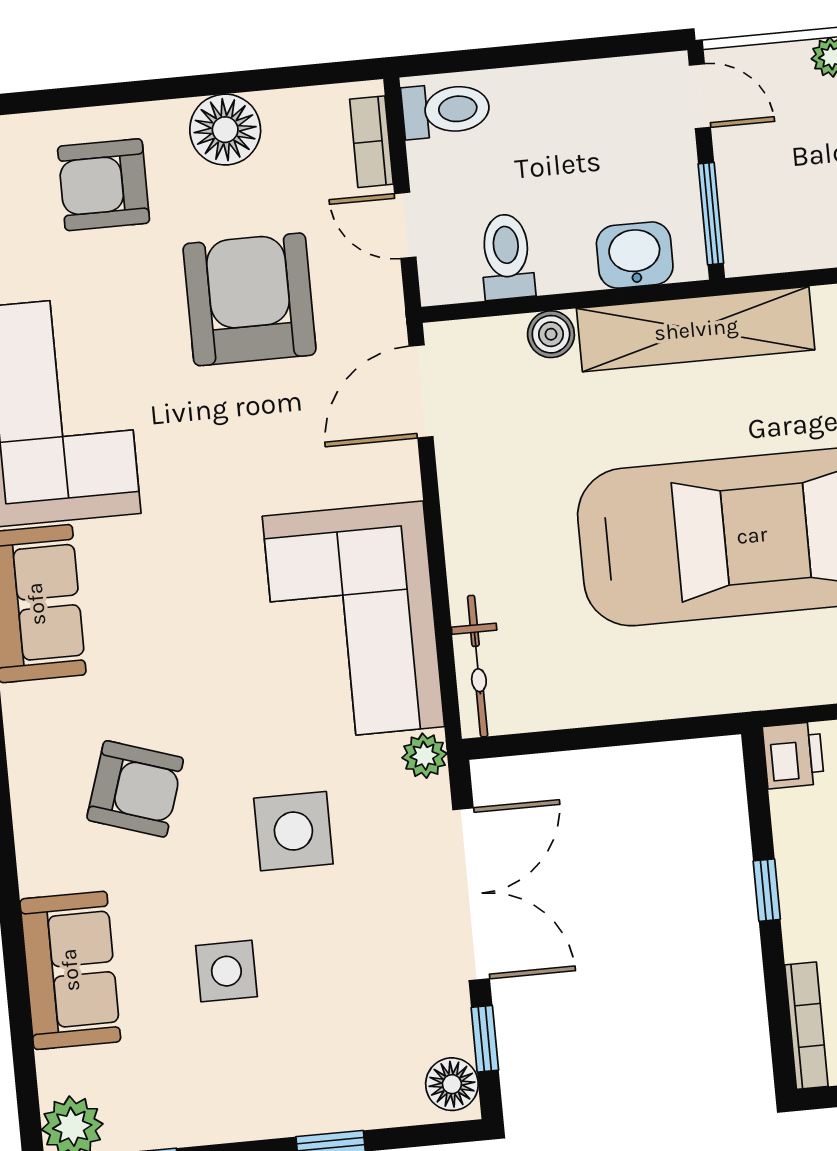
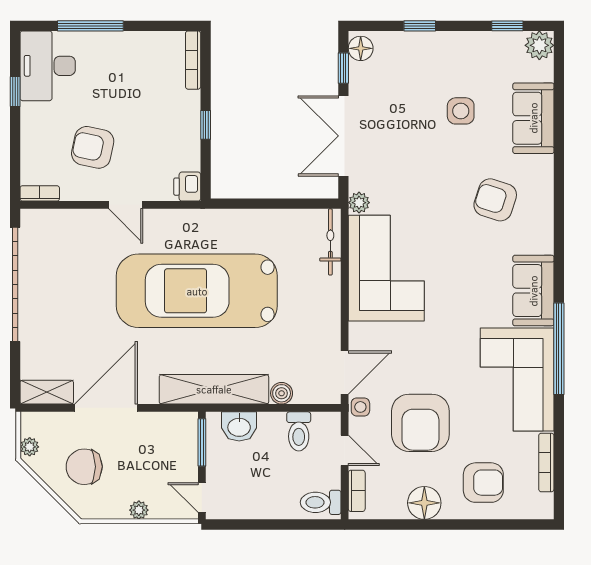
side table: (293, 831) -> (360, 407), moved, width x0.54, depth x0.54

